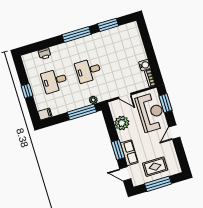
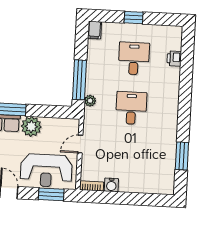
window: (76, 34) -> (184, 110), removed
plant: (122, 123) -> (31, 127), moved

